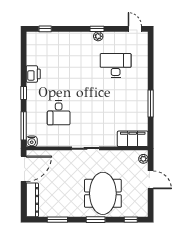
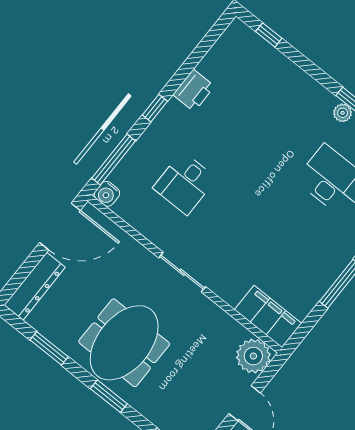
plant: (143, 159) -> (253, 356), width x1.87, depth x1.87
meeting table: (103, 193) -> (124, 343), moved

